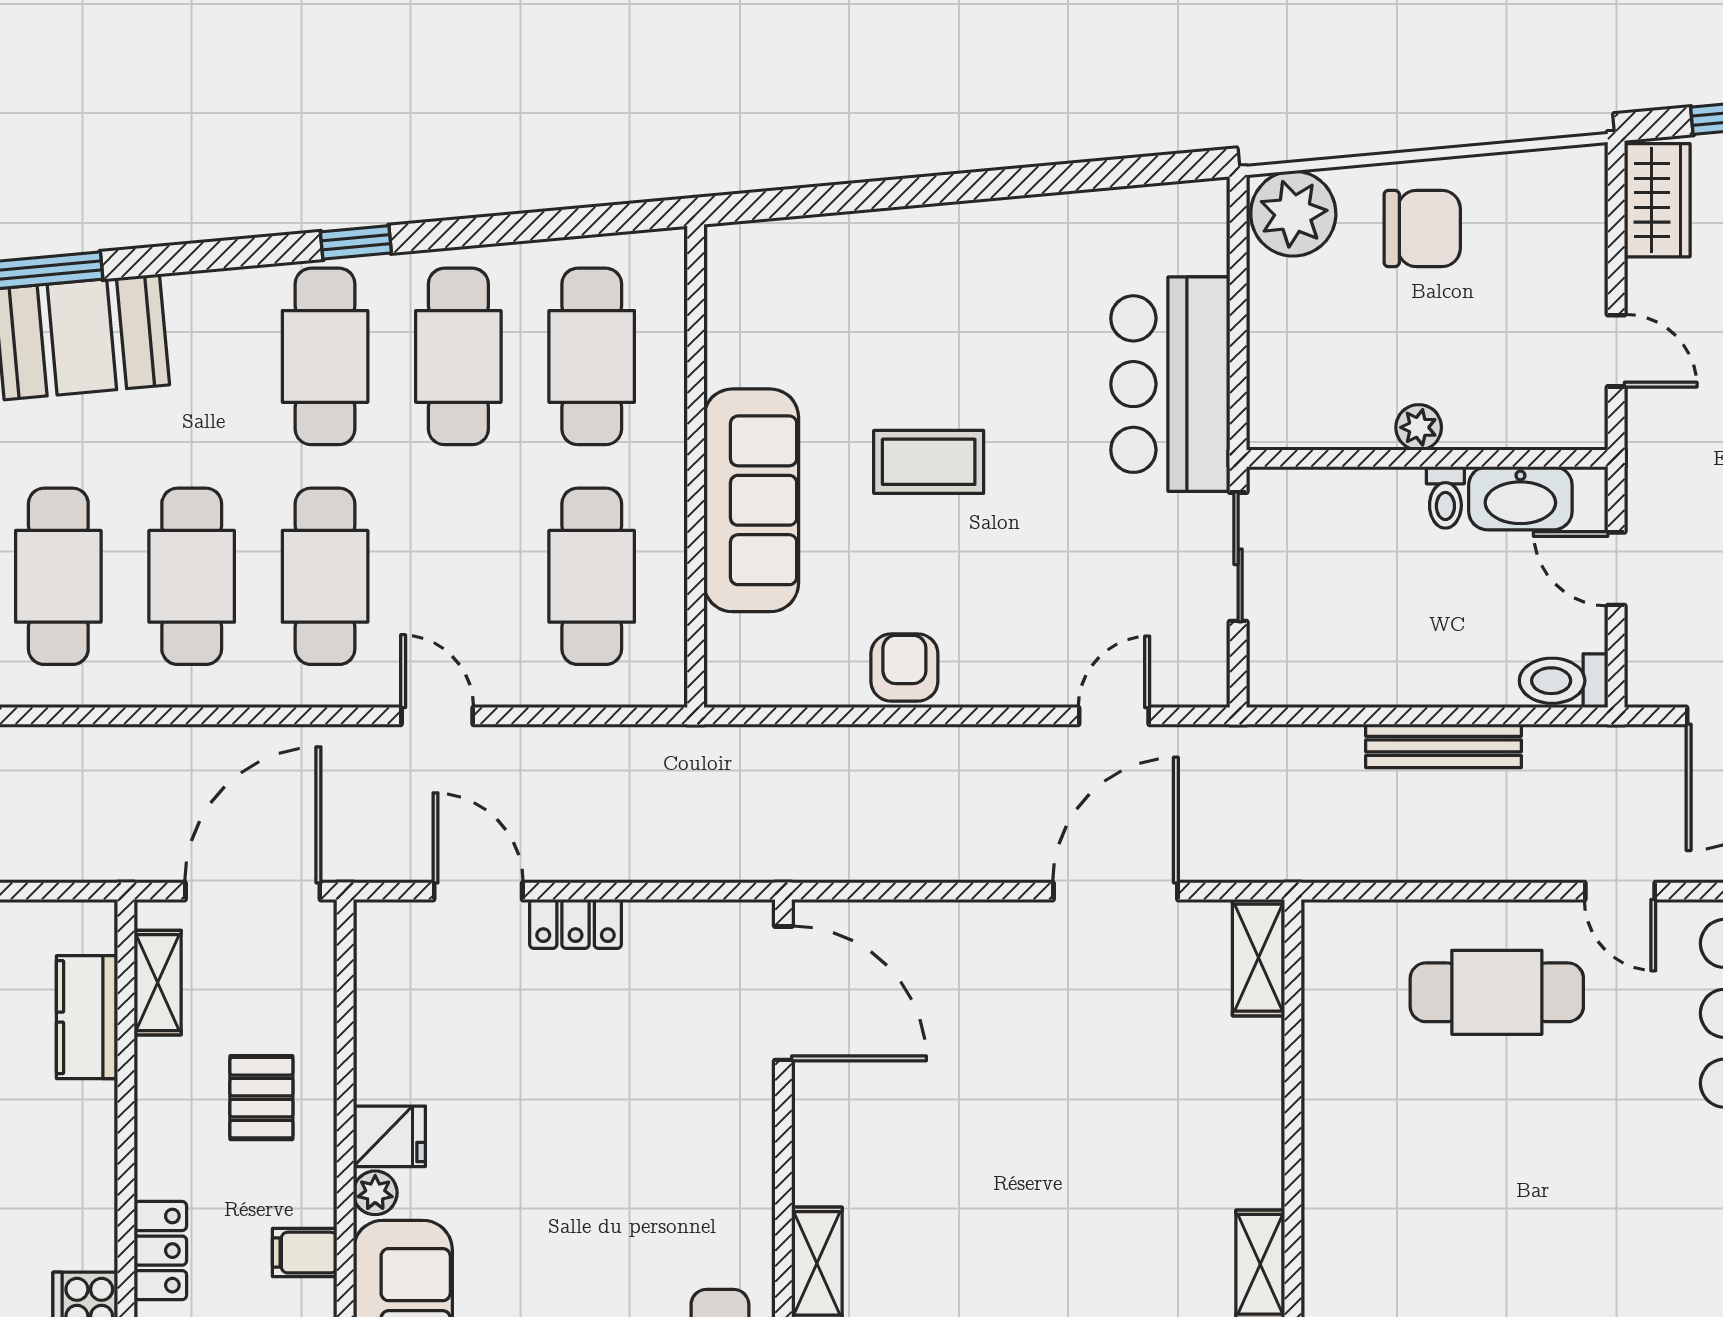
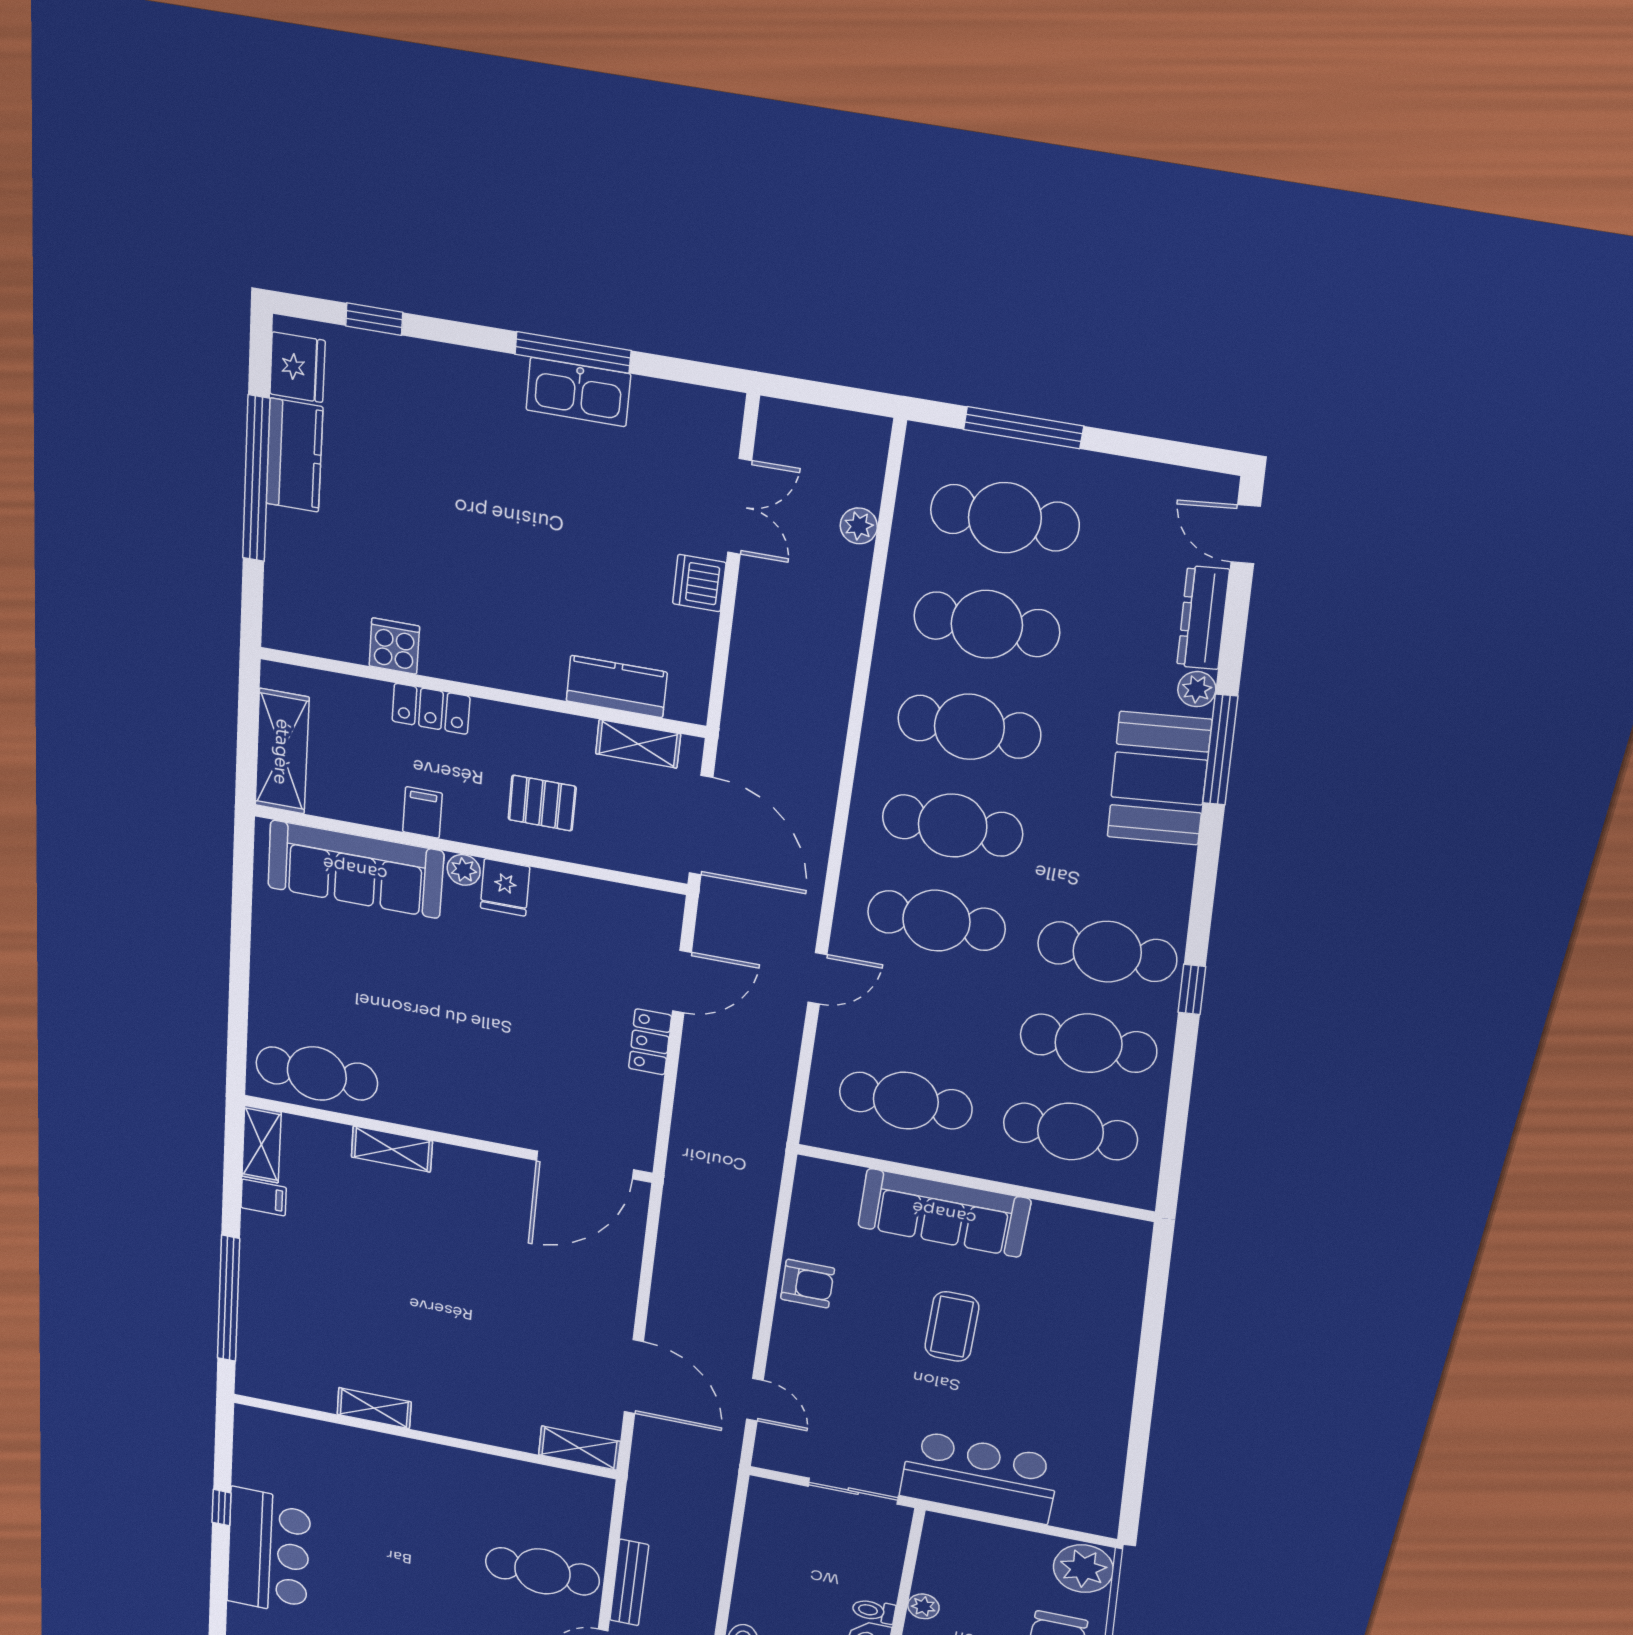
bench: (1444, 746) -> (629, 1583), moved
cafe table: (1497, 992) -> (542, 1571), turned 90

